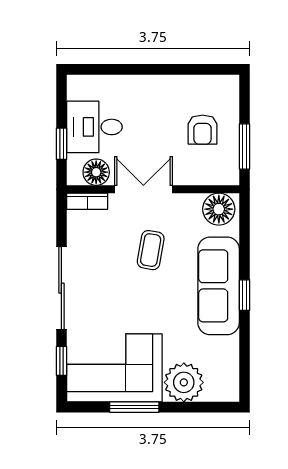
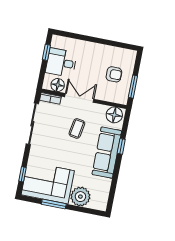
armchair: (202, 130) -> (114, 74), turned -90
window: (61, 144) -> (46, 52), moved
sliding door: (61, 288) -> (32, 124), moved
window: (245, 295) -> (121, 146), moved

